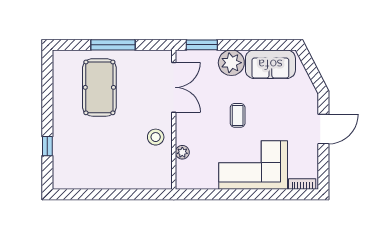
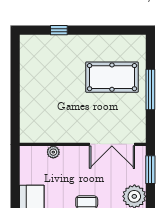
stool: (156, 137) -> (67, 128), removed

